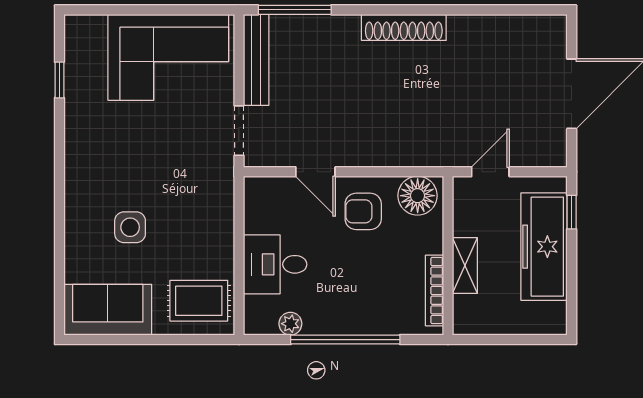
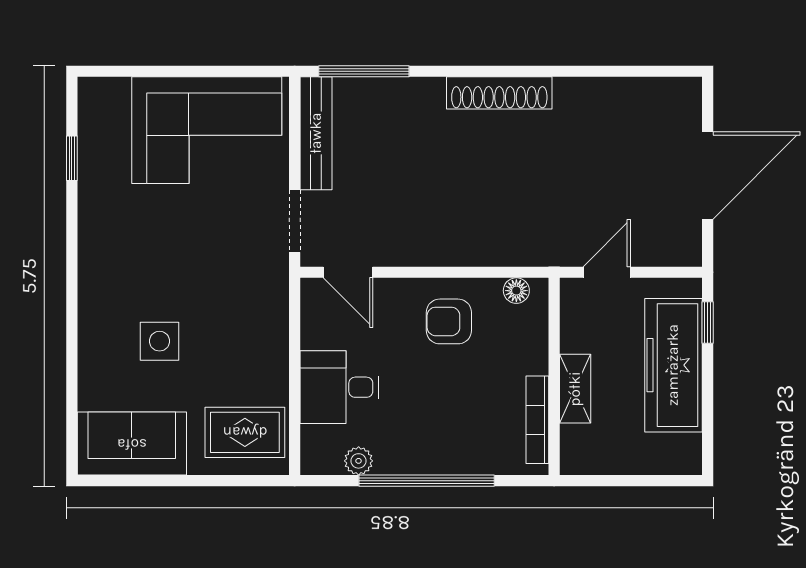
door: (315, 172) -> (348, 272), moved
floor lamp: (418, 196) -> (516, 291), width x0.53, depth x0.53

